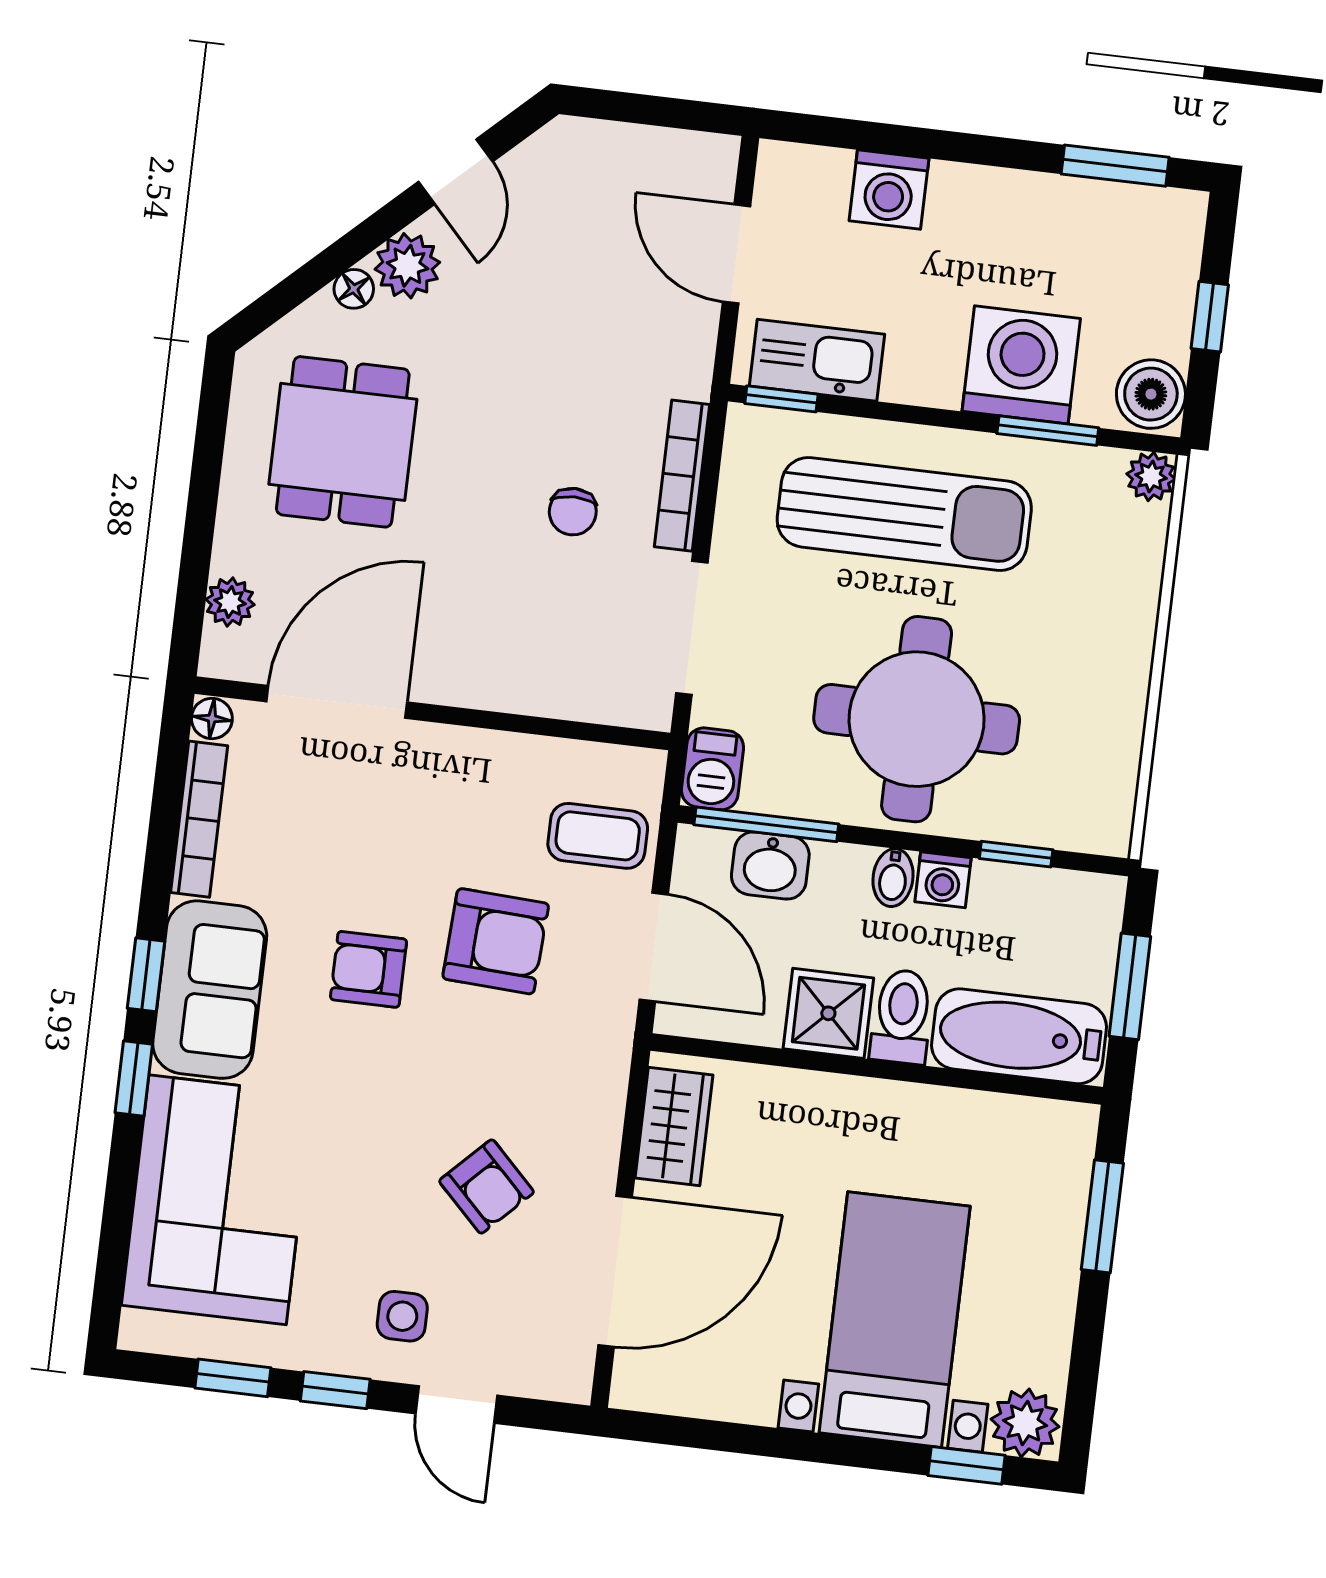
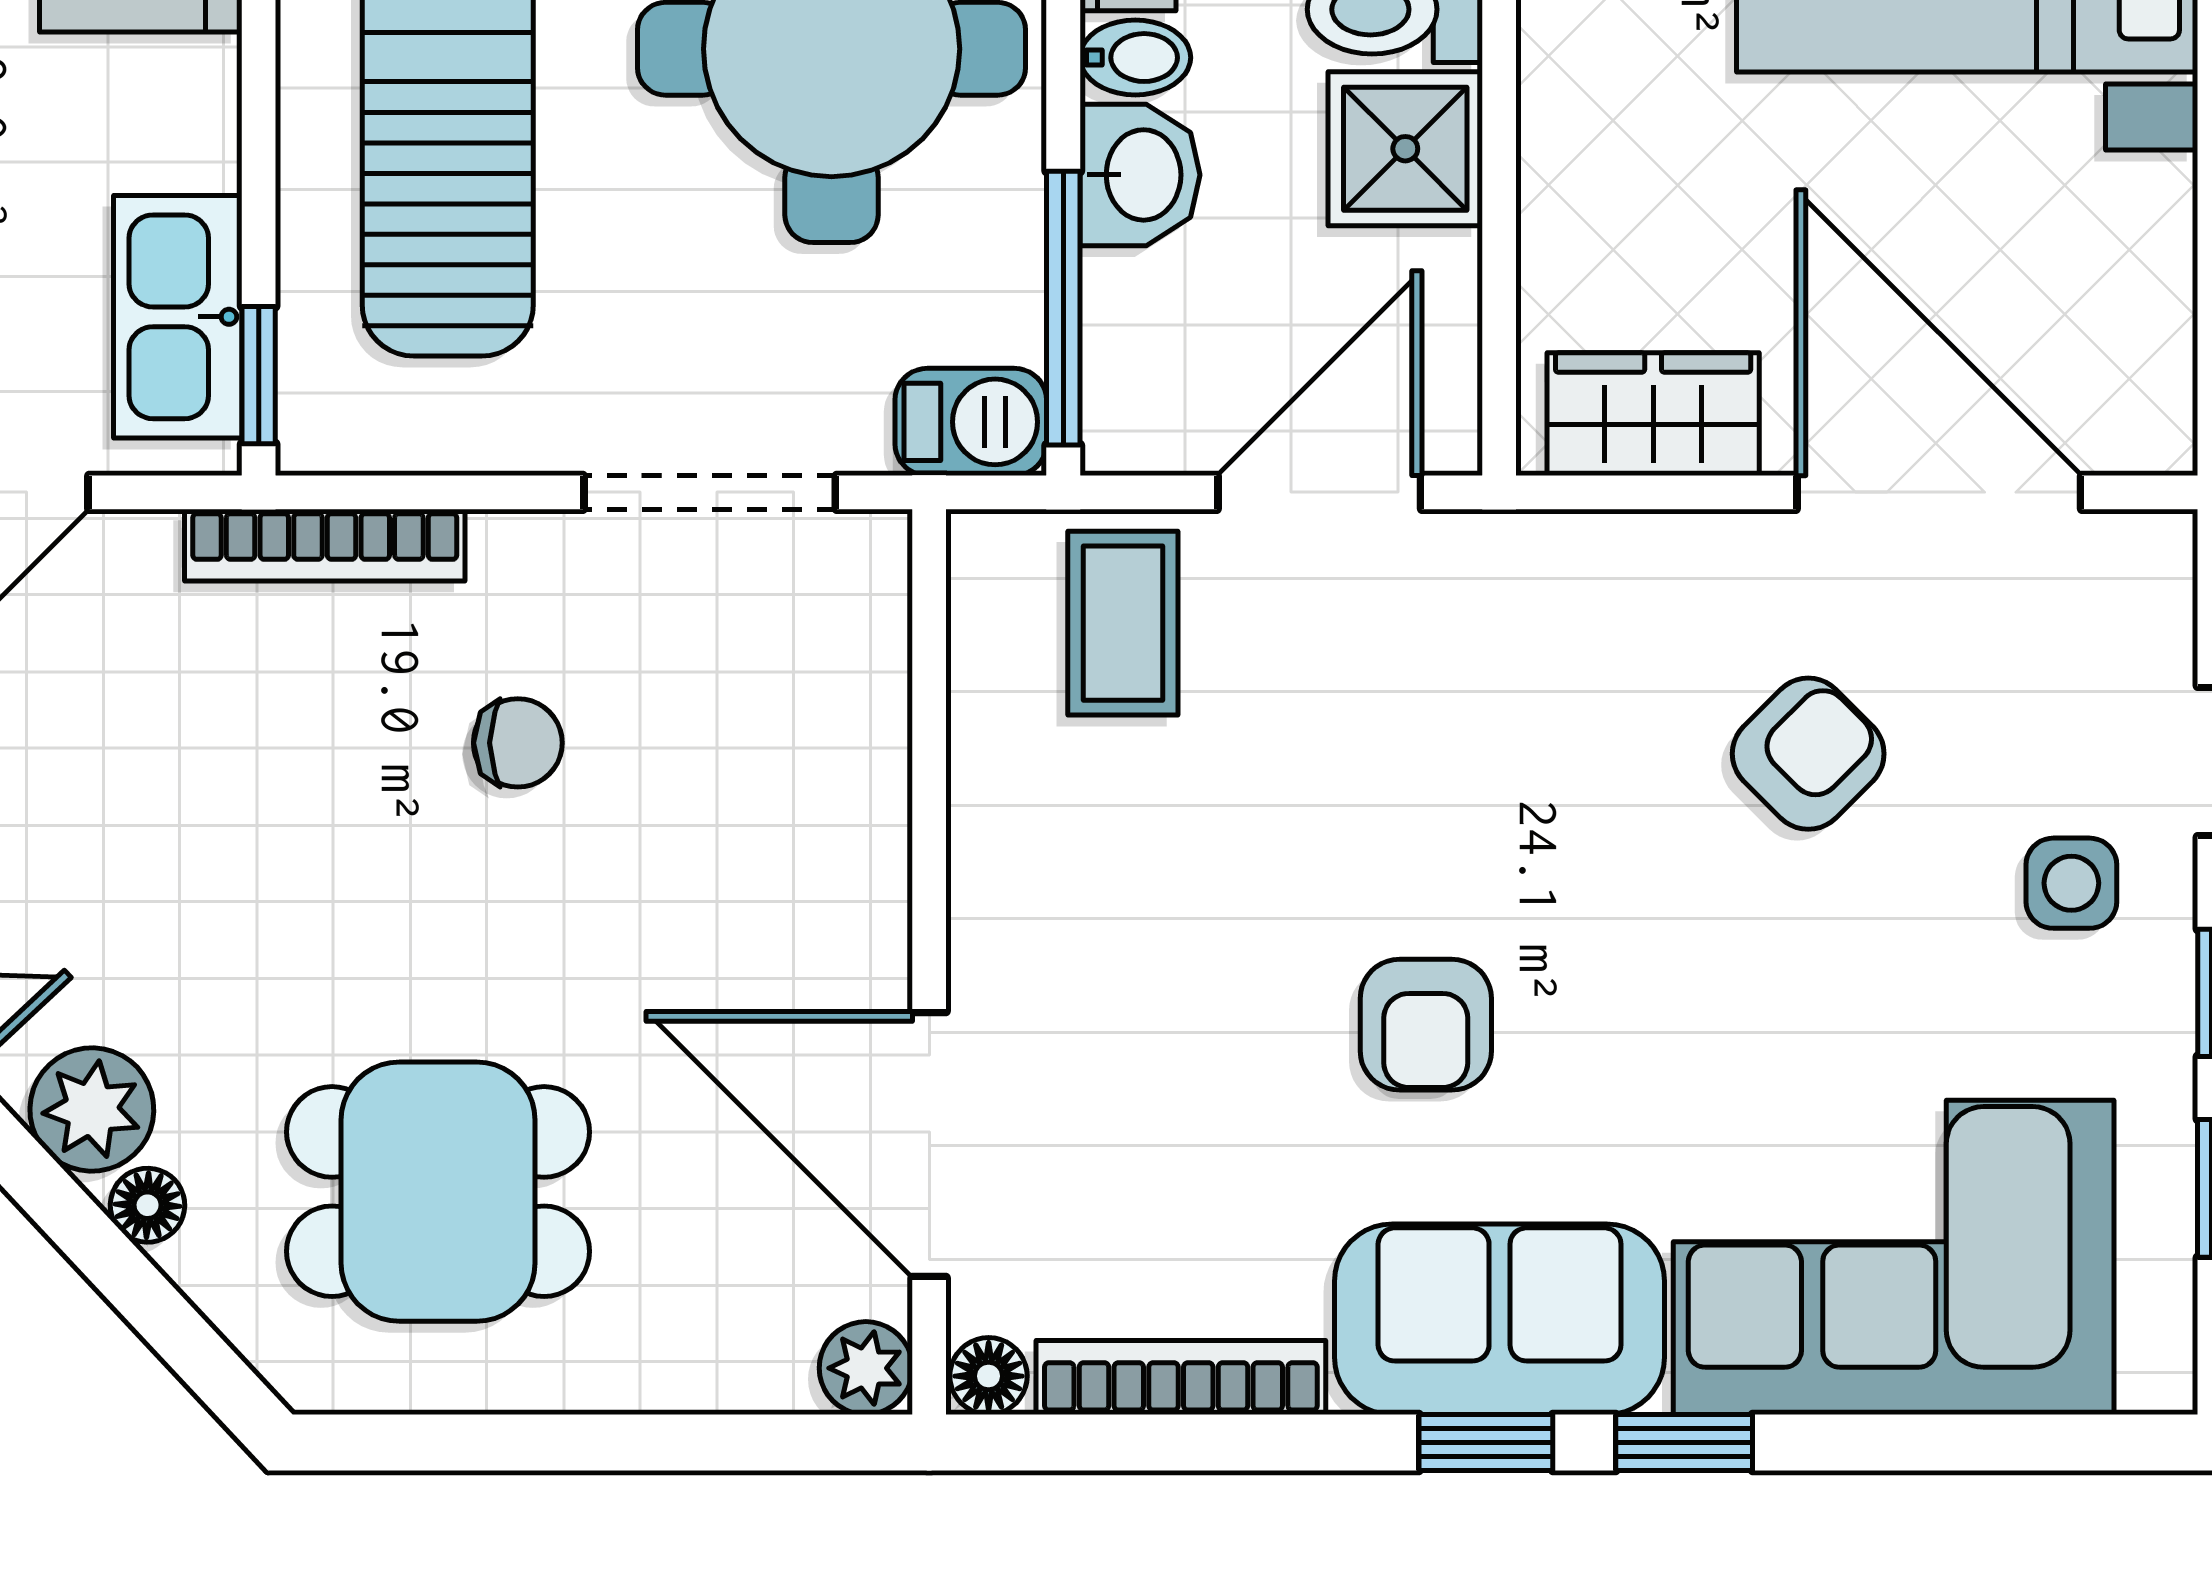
bookcase: (682, 476) -> (325, 545), moved
plant: (230, 602) -> (866, 1368), moved
washbasin: (770, 866) -> (1140, 175), moved
armchair: (496, 941) -> (1344, 792), removed

